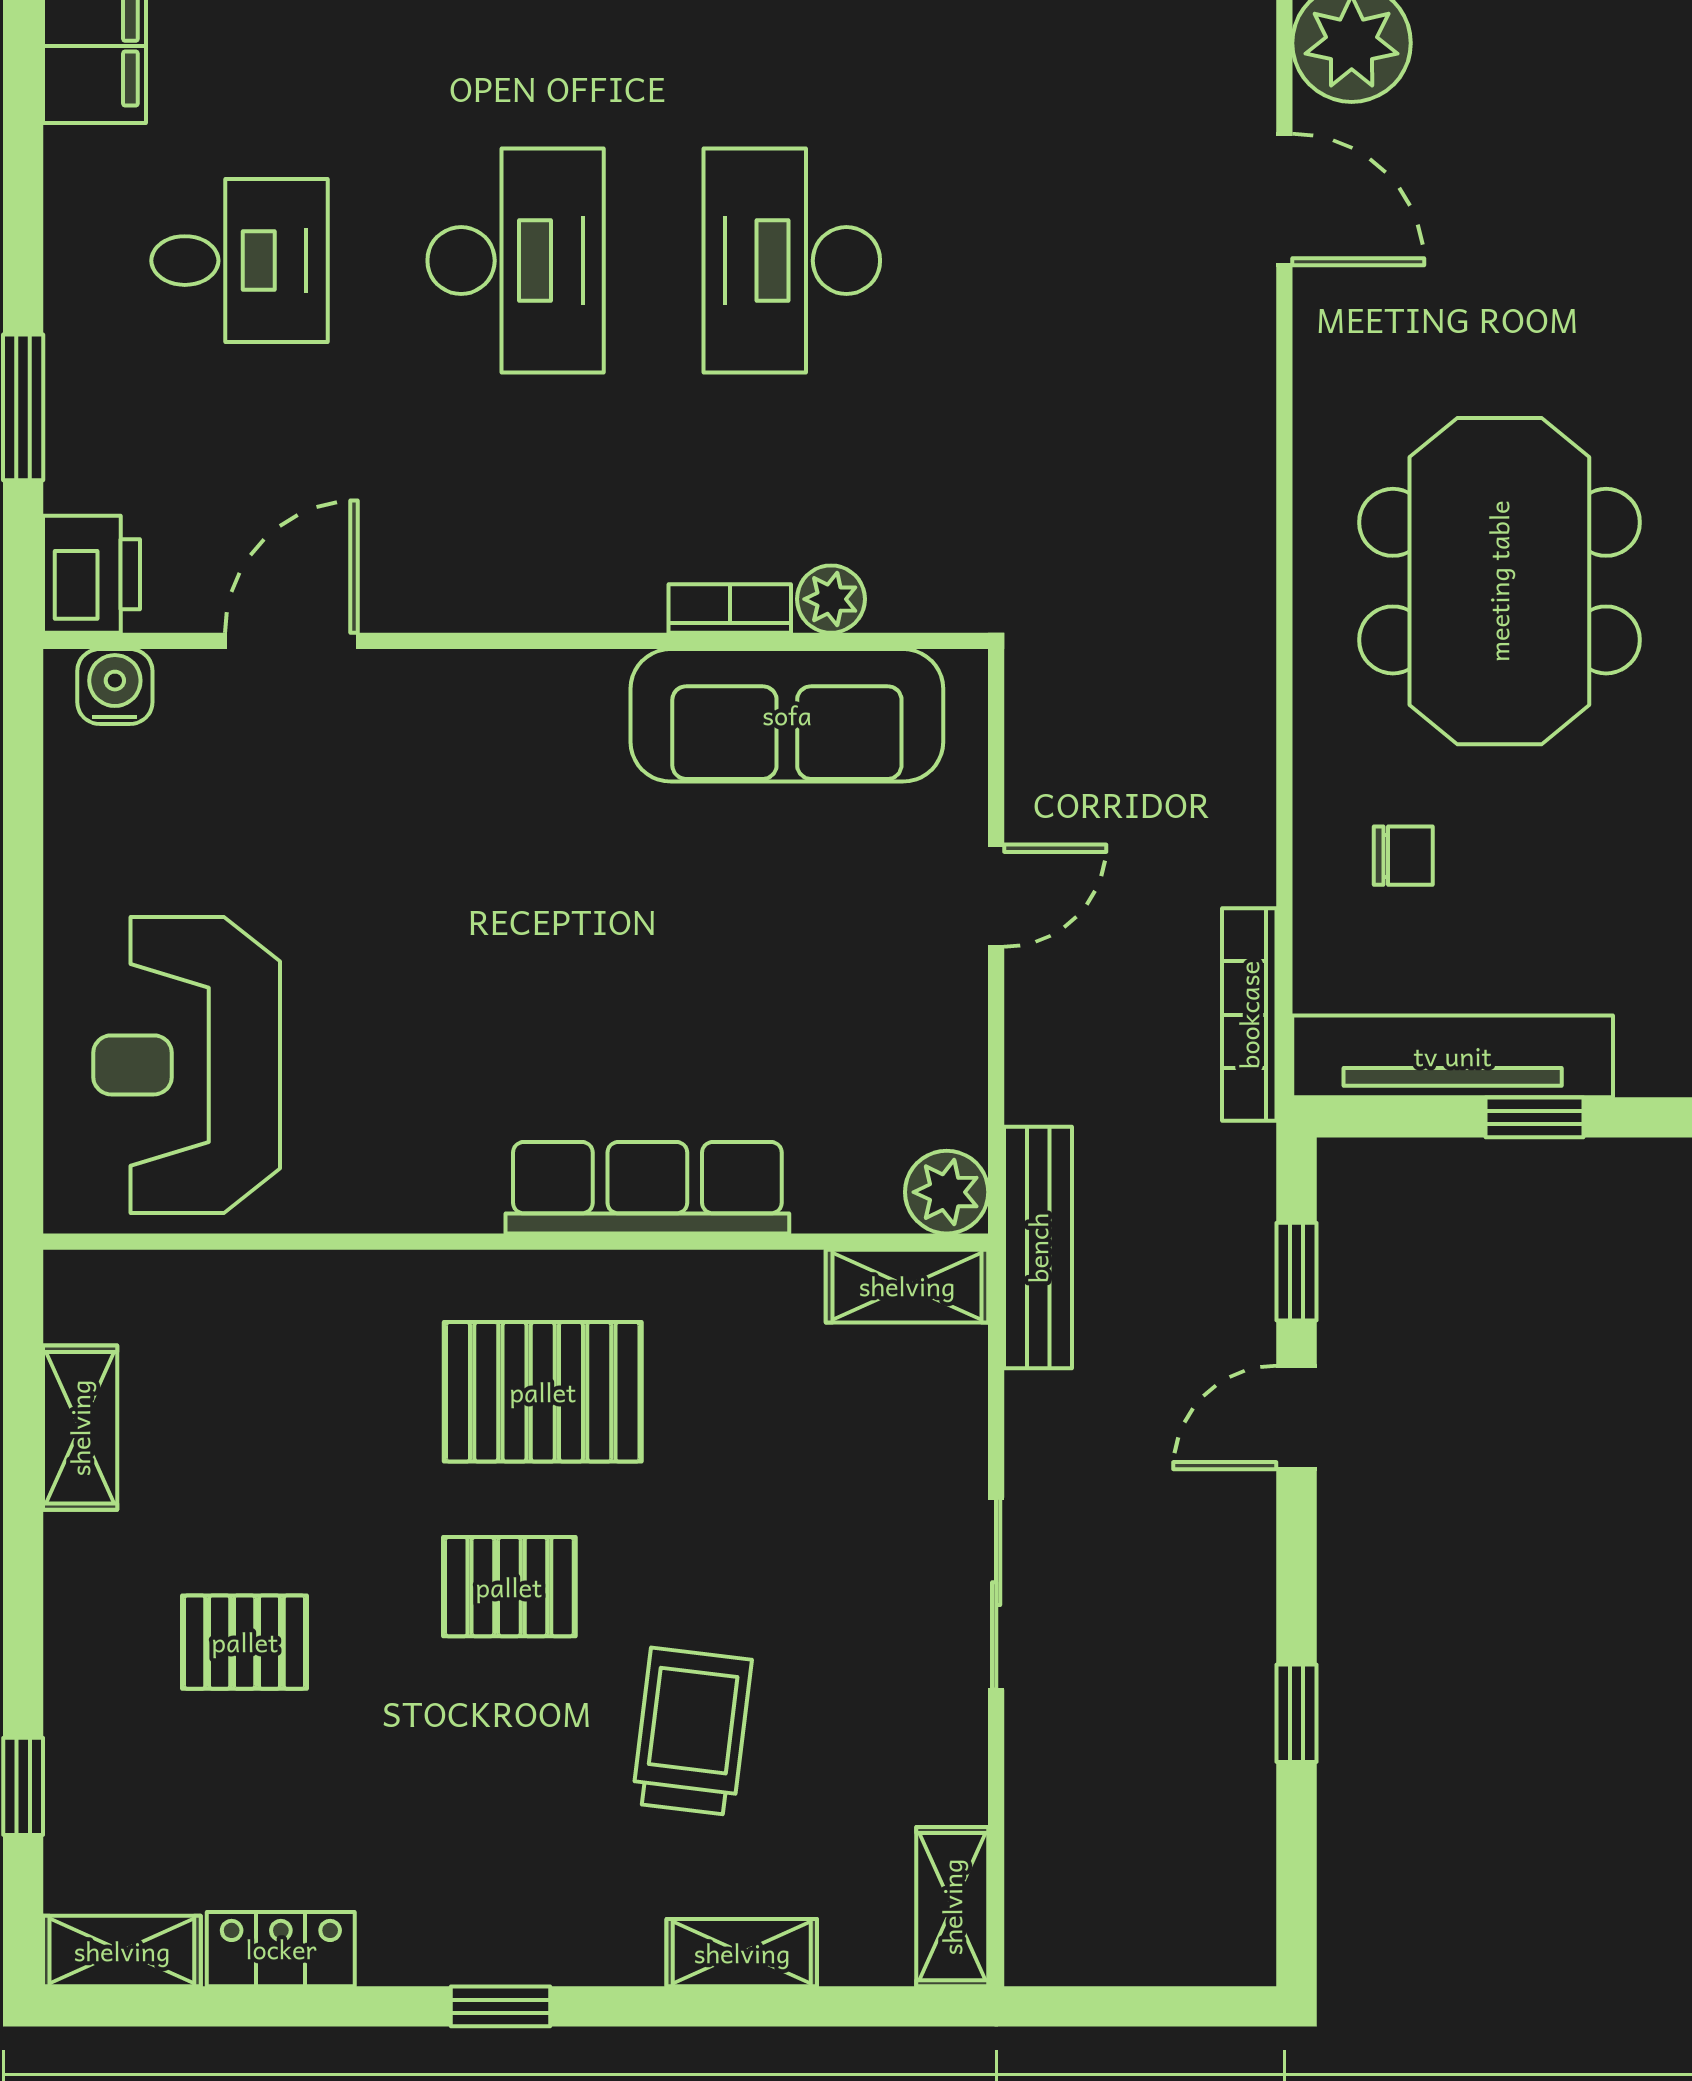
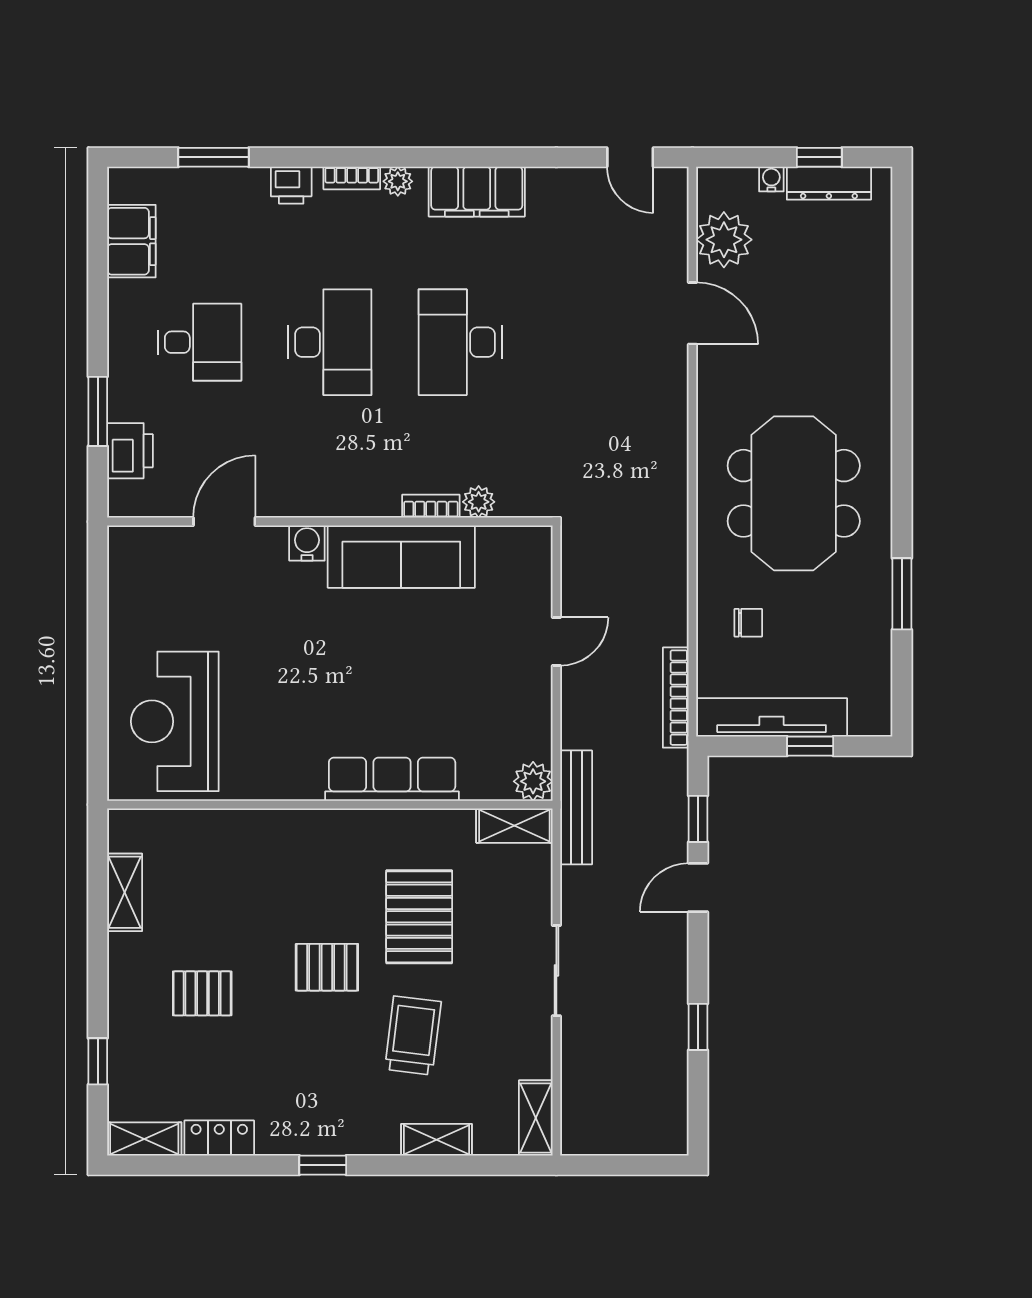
printer: (92, 574) -> (130, 451), moved
water cooler: (115, 687) -> (307, 543), moved
sofa: (787, 715) -> (401, 557), moved
pallet: (543, 1392) -> (419, 917), moved, turned 90

